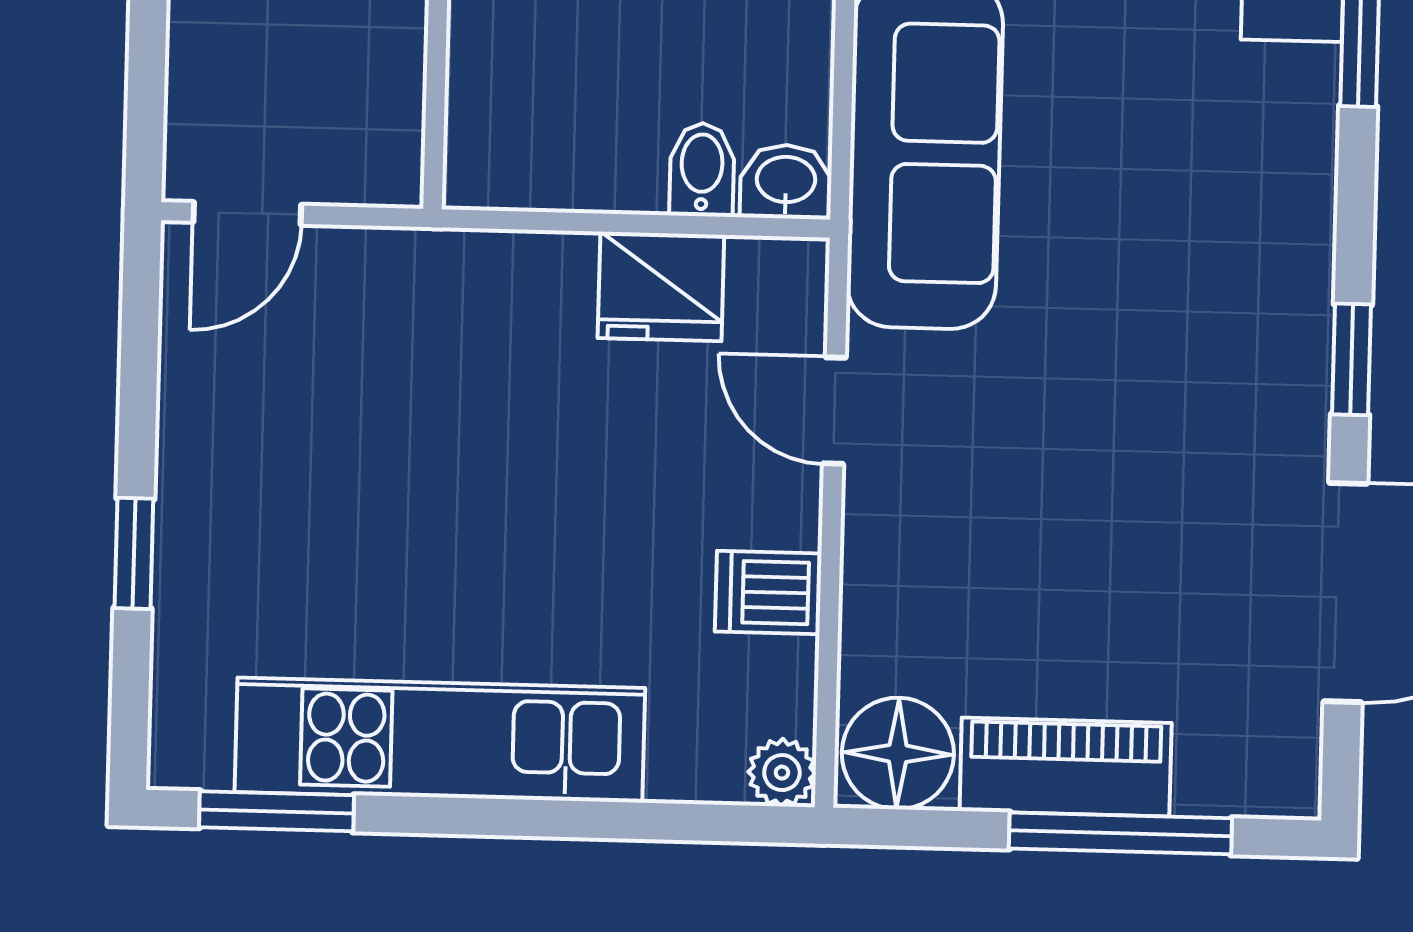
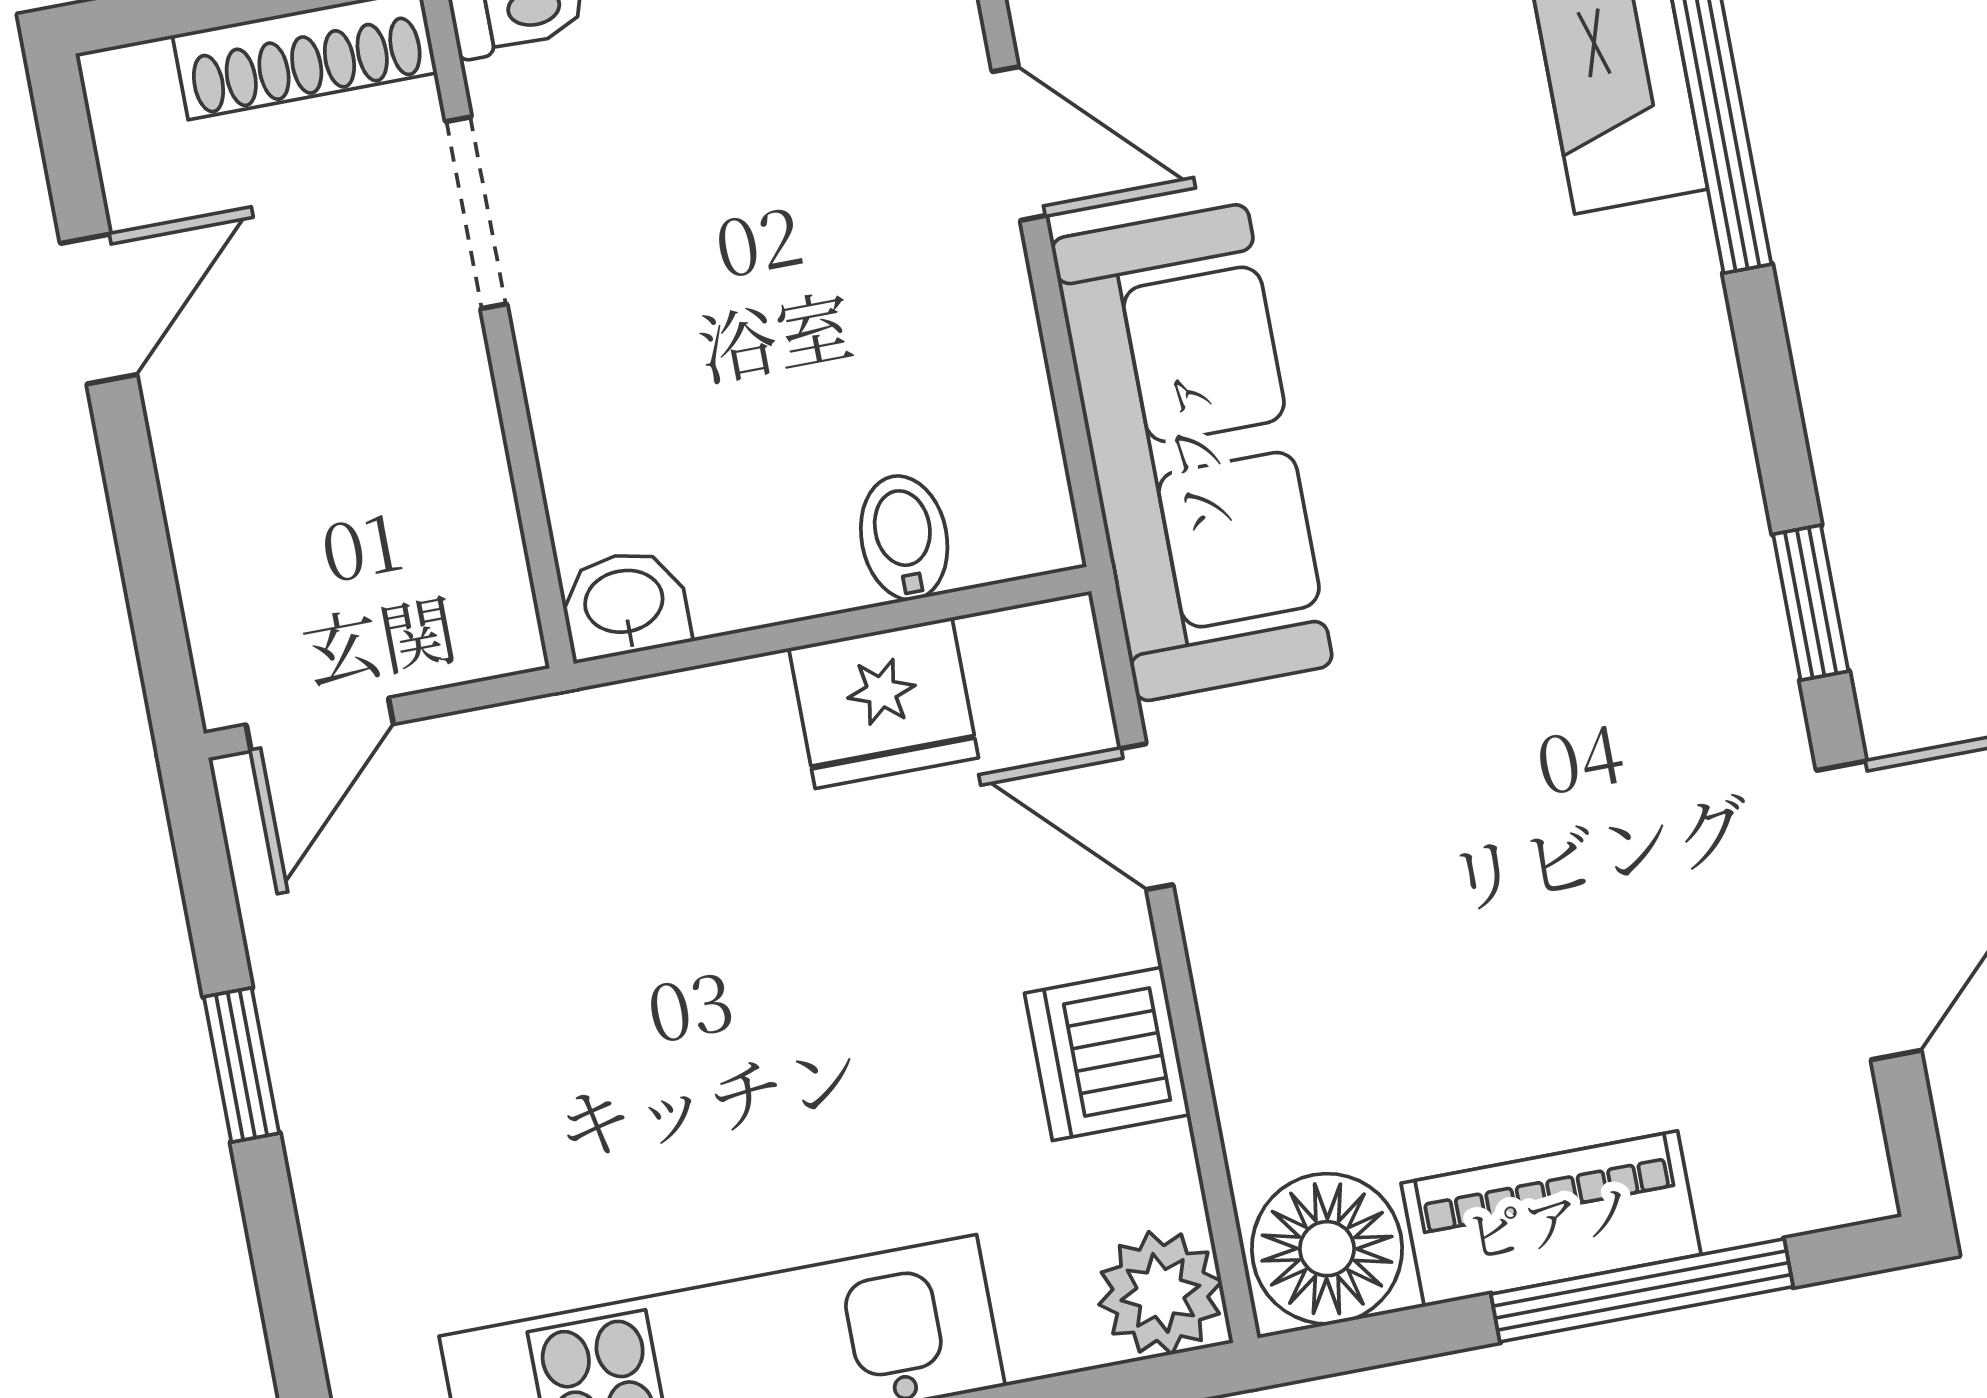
washbasin: (786, 182) -> (624, 604), moved
window: (134, 553) -> (241, 1065), moved
dishwasher: (768, 592) -> (1107, 1054), width x1.38
plant: (782, 773) -> (1160, 1293), width x1.38, depth x1.38

